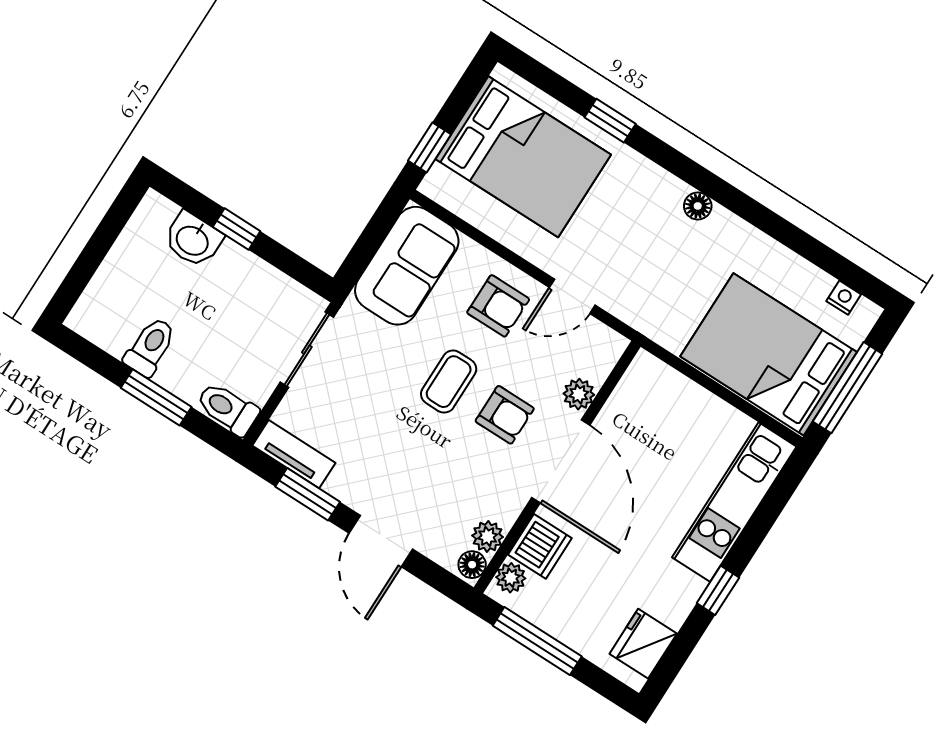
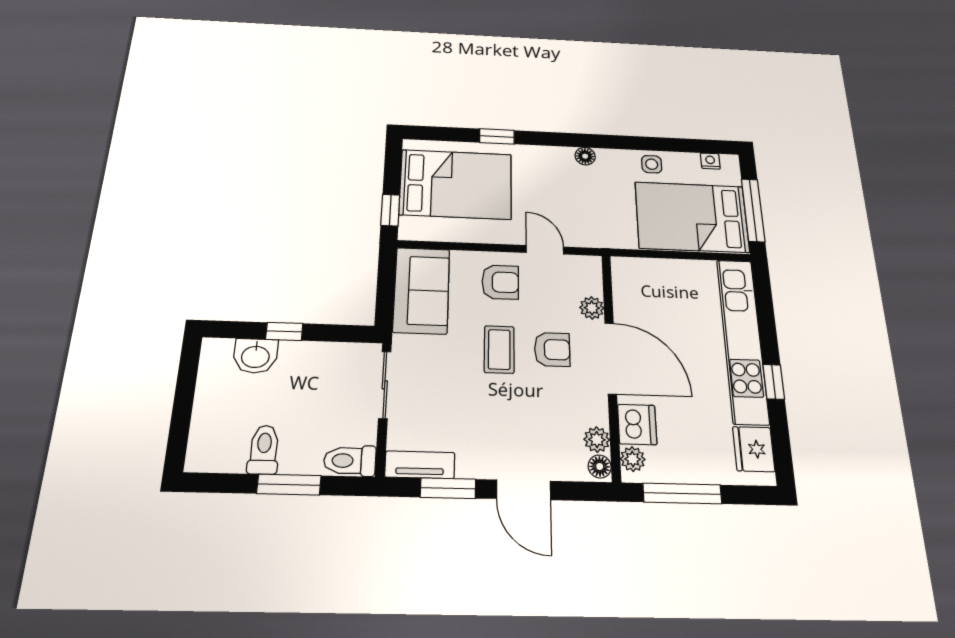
side table: (770, 262) -> (652, 164), added
door: (572, 296) -> (545, 250), swing flipped
kitchen unit: (734, 502) -> (742, 340), width x1.36

